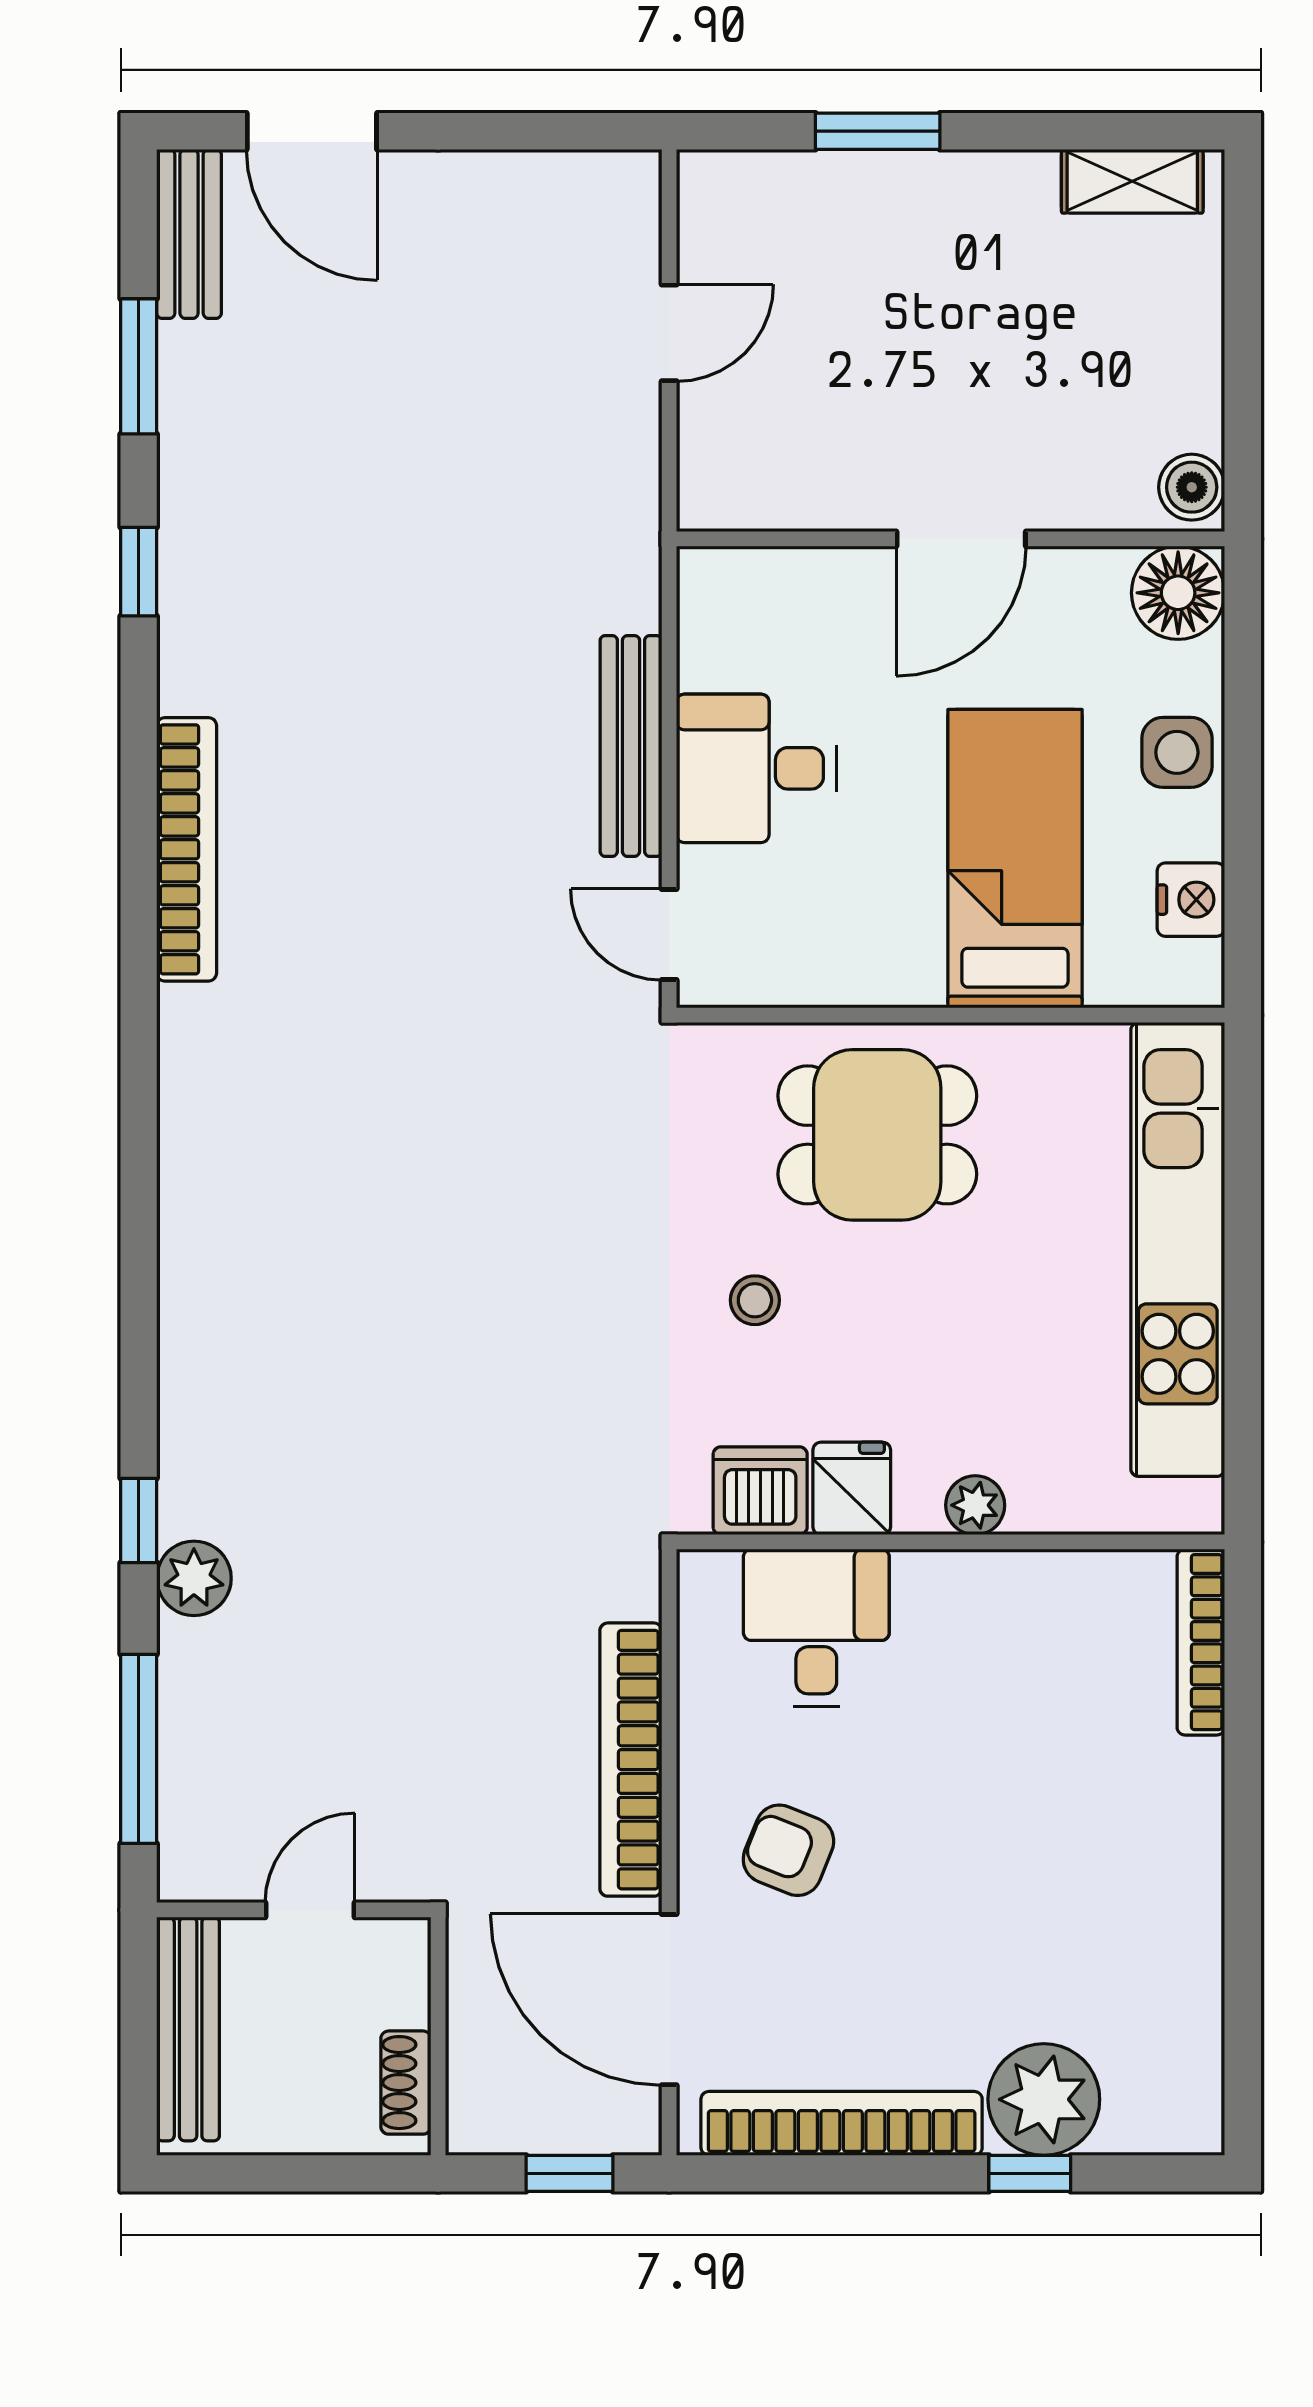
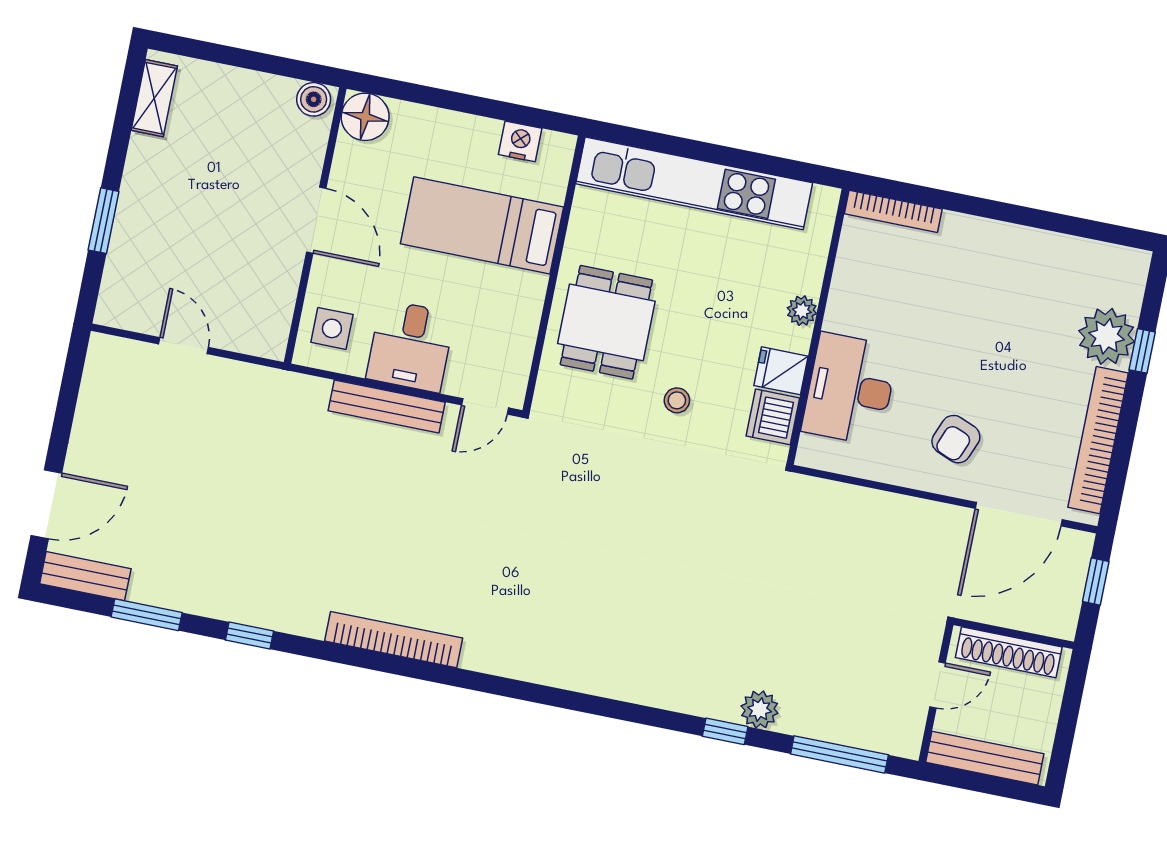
side table: (1177, 752) -> (332, 328), moved
desk: (816, 1628) -> (850, 389), width x1.37
bookcase: (631, 1760) -> (895, 509), removed
door: (310, 1910) -> (937, 685), swing flipped
shoe rack: (406, 2083) -> (1009, 652), width x1.94, depth x1.24

